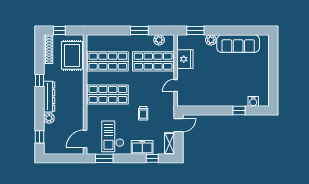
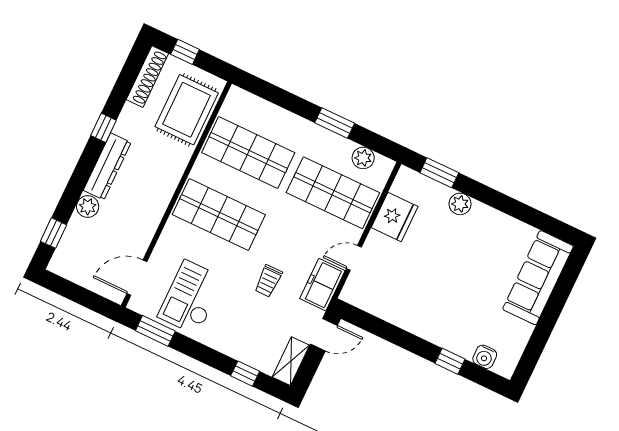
sofa: (238, 44) -> (538, 278), moved, turned 90
freezer: (142, 147) -> (322, 285), moved, turned -90

